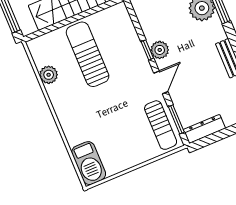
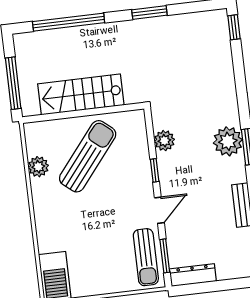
plant: (160, 50) -> (164, 141), moved
sun lounger: (88, 54) -> (88, 156), turned 39

